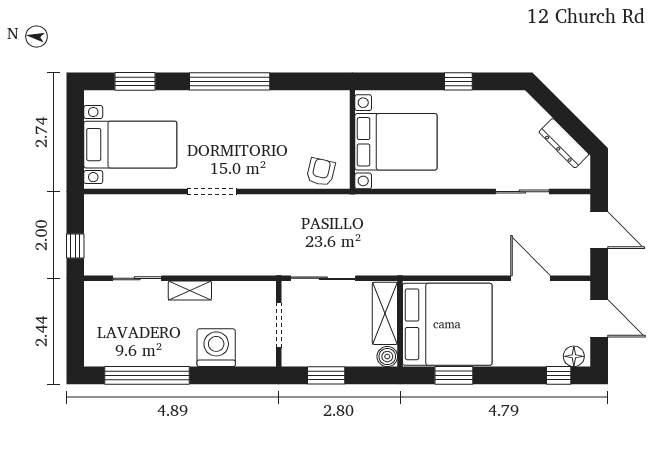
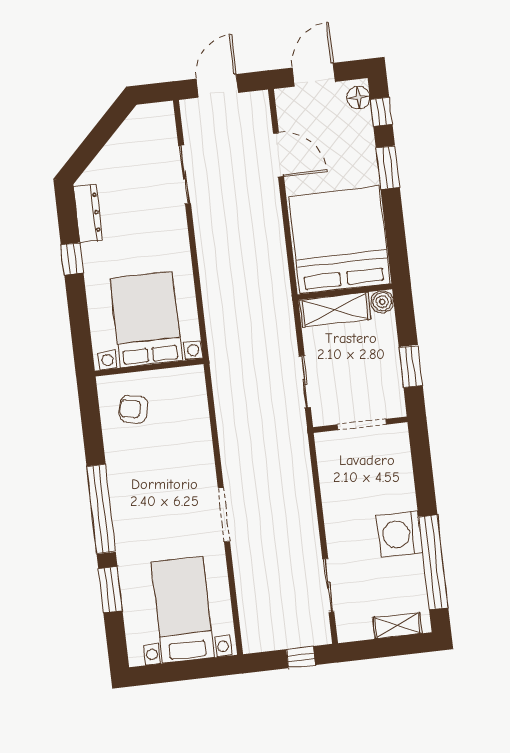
window: (135, 81) -> (110, 590), moved
dresser: (564, 143) -> (88, 213), moved, turned -45
armchair: (321, 172) -> (133, 409), moved
sliding door: (323, 278) -> (305, 382), width x0.73
door: (530, 278) -> (278, 155), swing flipped
shelving: (190, 291) -> (398, 626), moved, turned 90
washing machine: (216, 348) -> (399, 534), moved
window: (454, 375) -> (388, 168), moved

